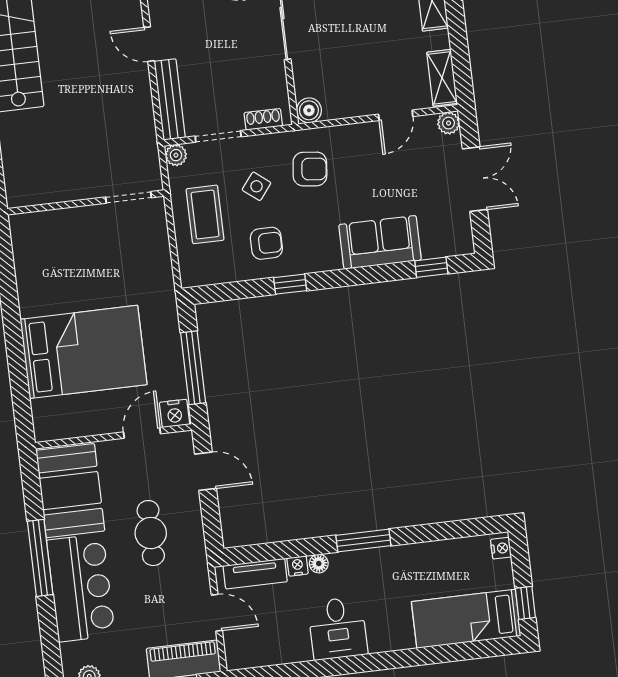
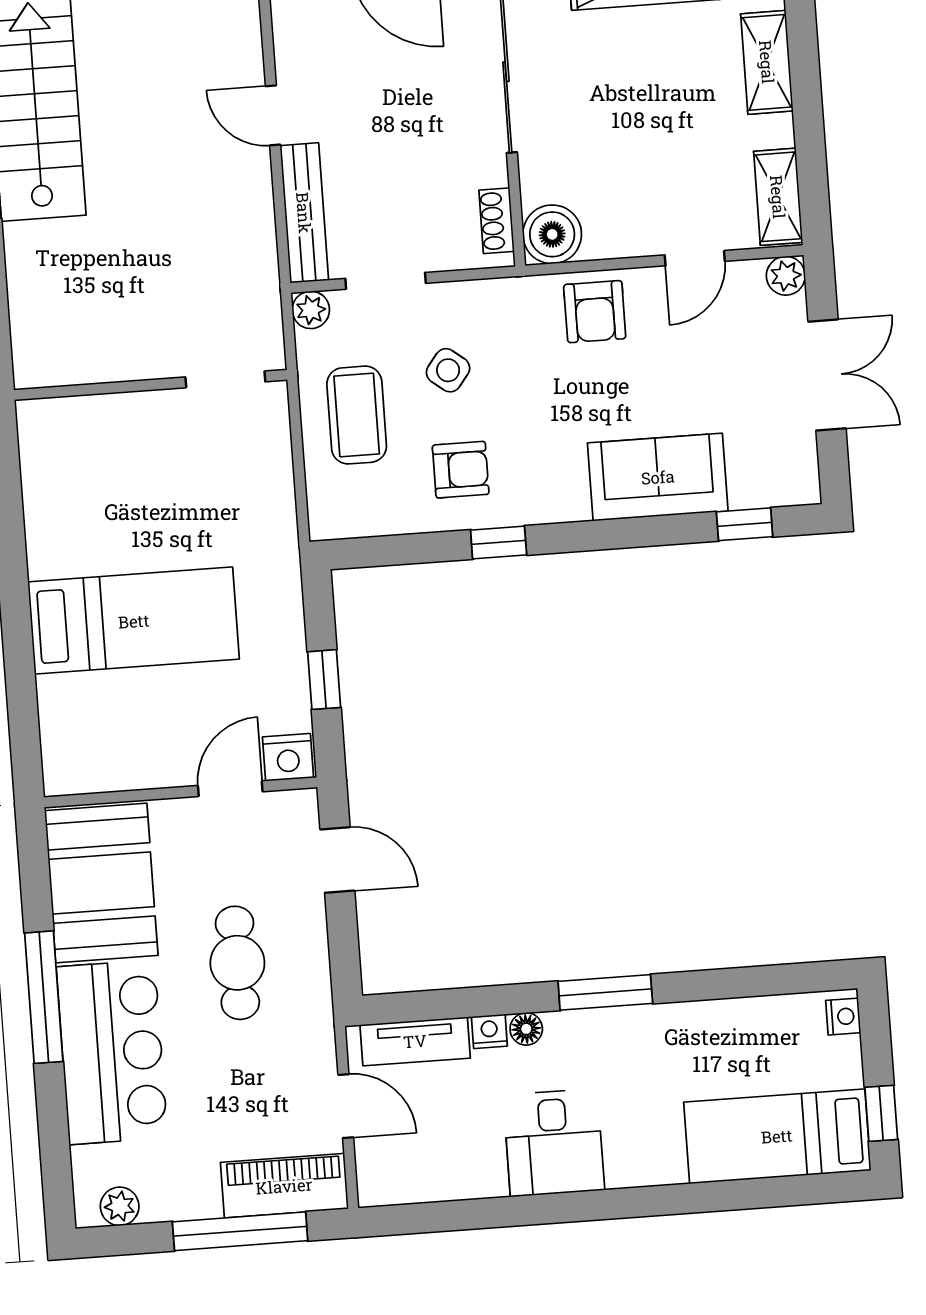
boiler: (309, 110) -> (552, 234), width x1.36, depth x1.36
shoe rack: (263, 119) -> (497, 221), moved, turned -90
armchair: (310, 169) -> (595, 312), moved, turned 84
bed: (84, 352) -> (134, 621), width x0.67
window: (193, 368) -> (324, 680), width x0.46

